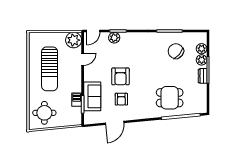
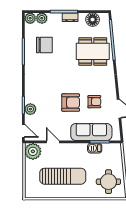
chair: (176, 51) -> (44, 45), turned -130
plant: (202, 60) -> (30, 18), moved
sofa: (92, 96) -> (91, 132), width x1.36
dining table: (170, 98) -> (93, 51), width x1.38
floor lamp: (200, 98) -> (93, 20), added

